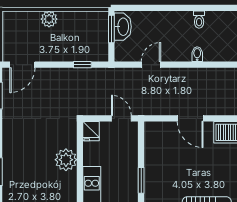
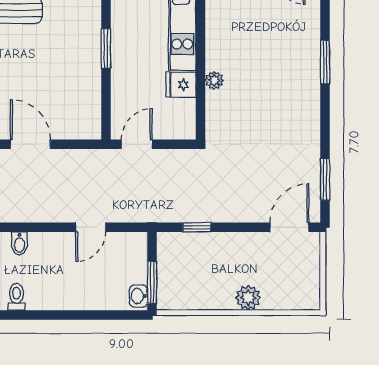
washbasin: (123, 27) -> (138, 296), width x0.52, depth x0.69
door: (121, 118) -> (137, 144), swing flipped
fridge: (91, 131) -> (181, 85), moved, turned -90
plant: (66, 160) -> (214, 80), width x0.53, depth x0.53

